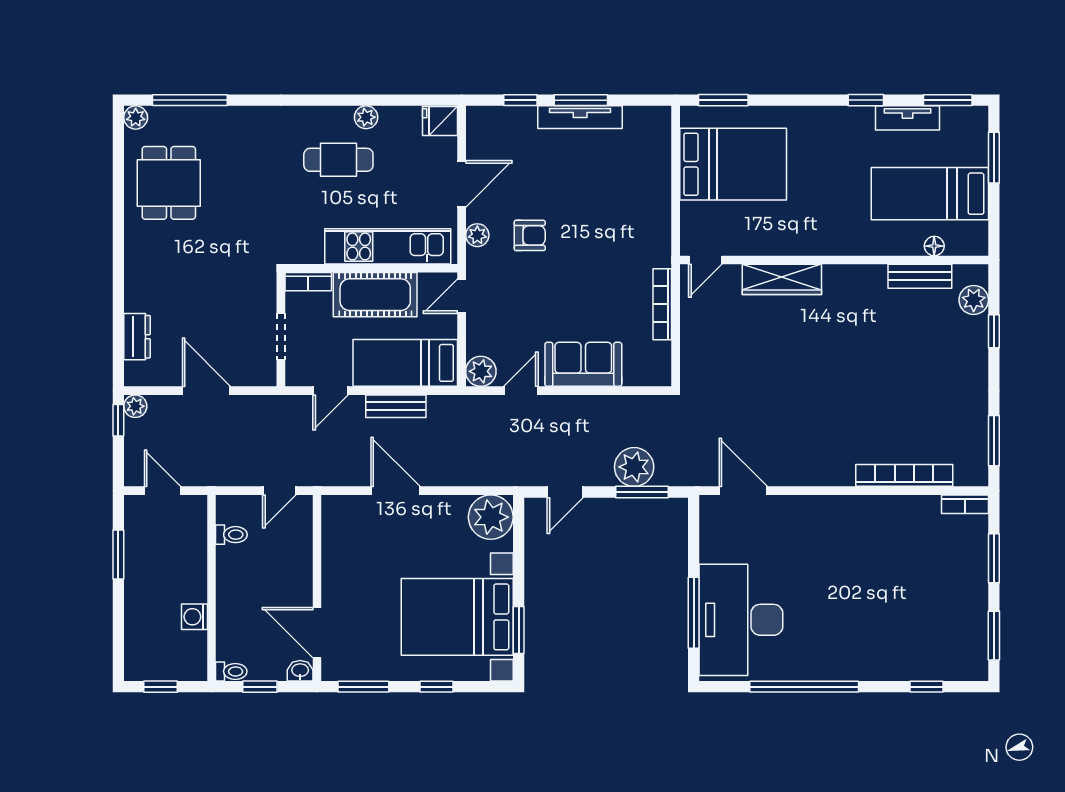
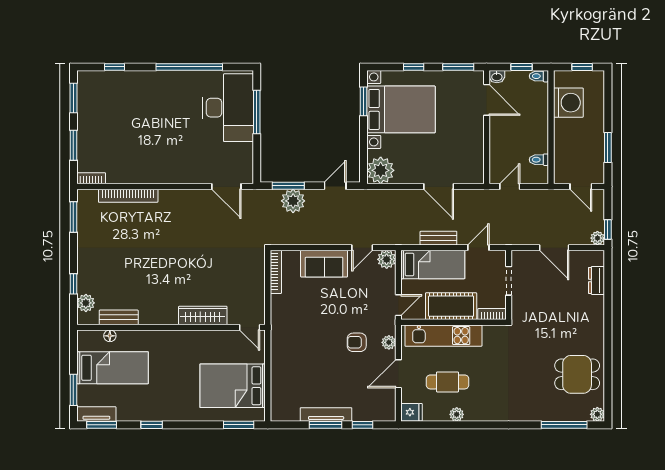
tv unit: (907, 118) -> (96, 414), moved
cafe table: (338, 160) -> (448, 382), moved
dining table: (169, 183) -> (577, 374), turned 90
door: (705, 260) -> (250, 327), swing flipped
bookcase: (662, 304) -> (276, 272), moved
washing machine: (194, 617) -> (568, 103), width x1.89, depth x1.89

